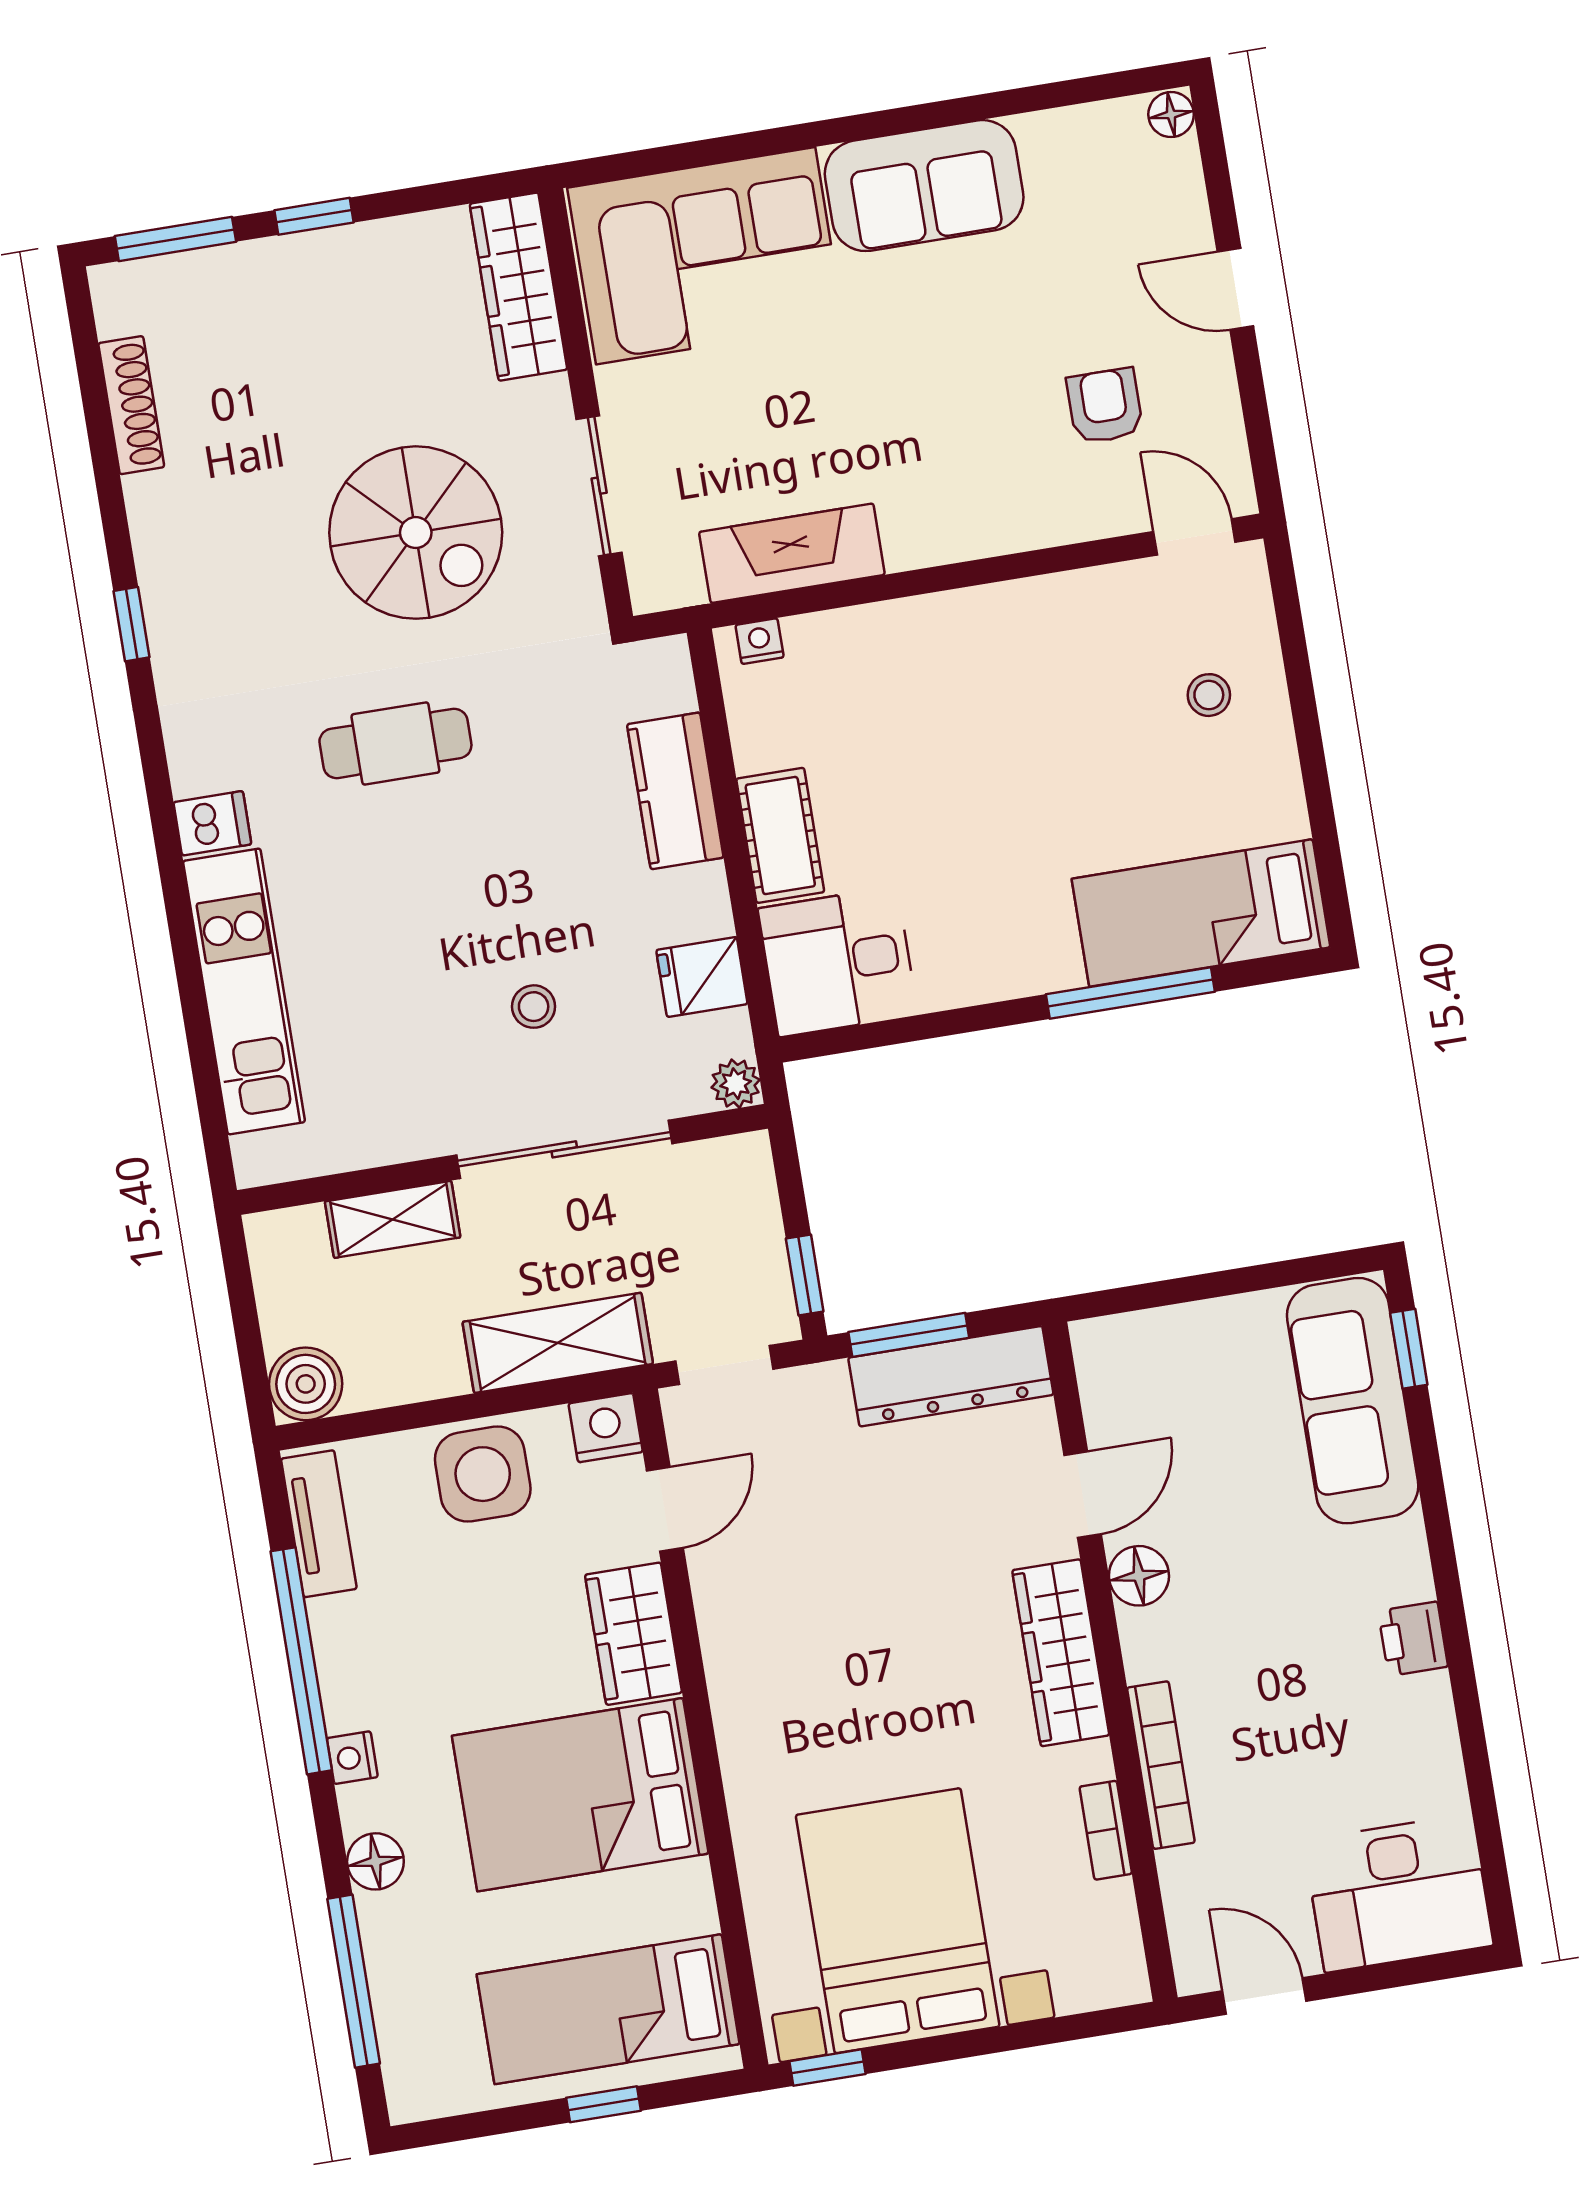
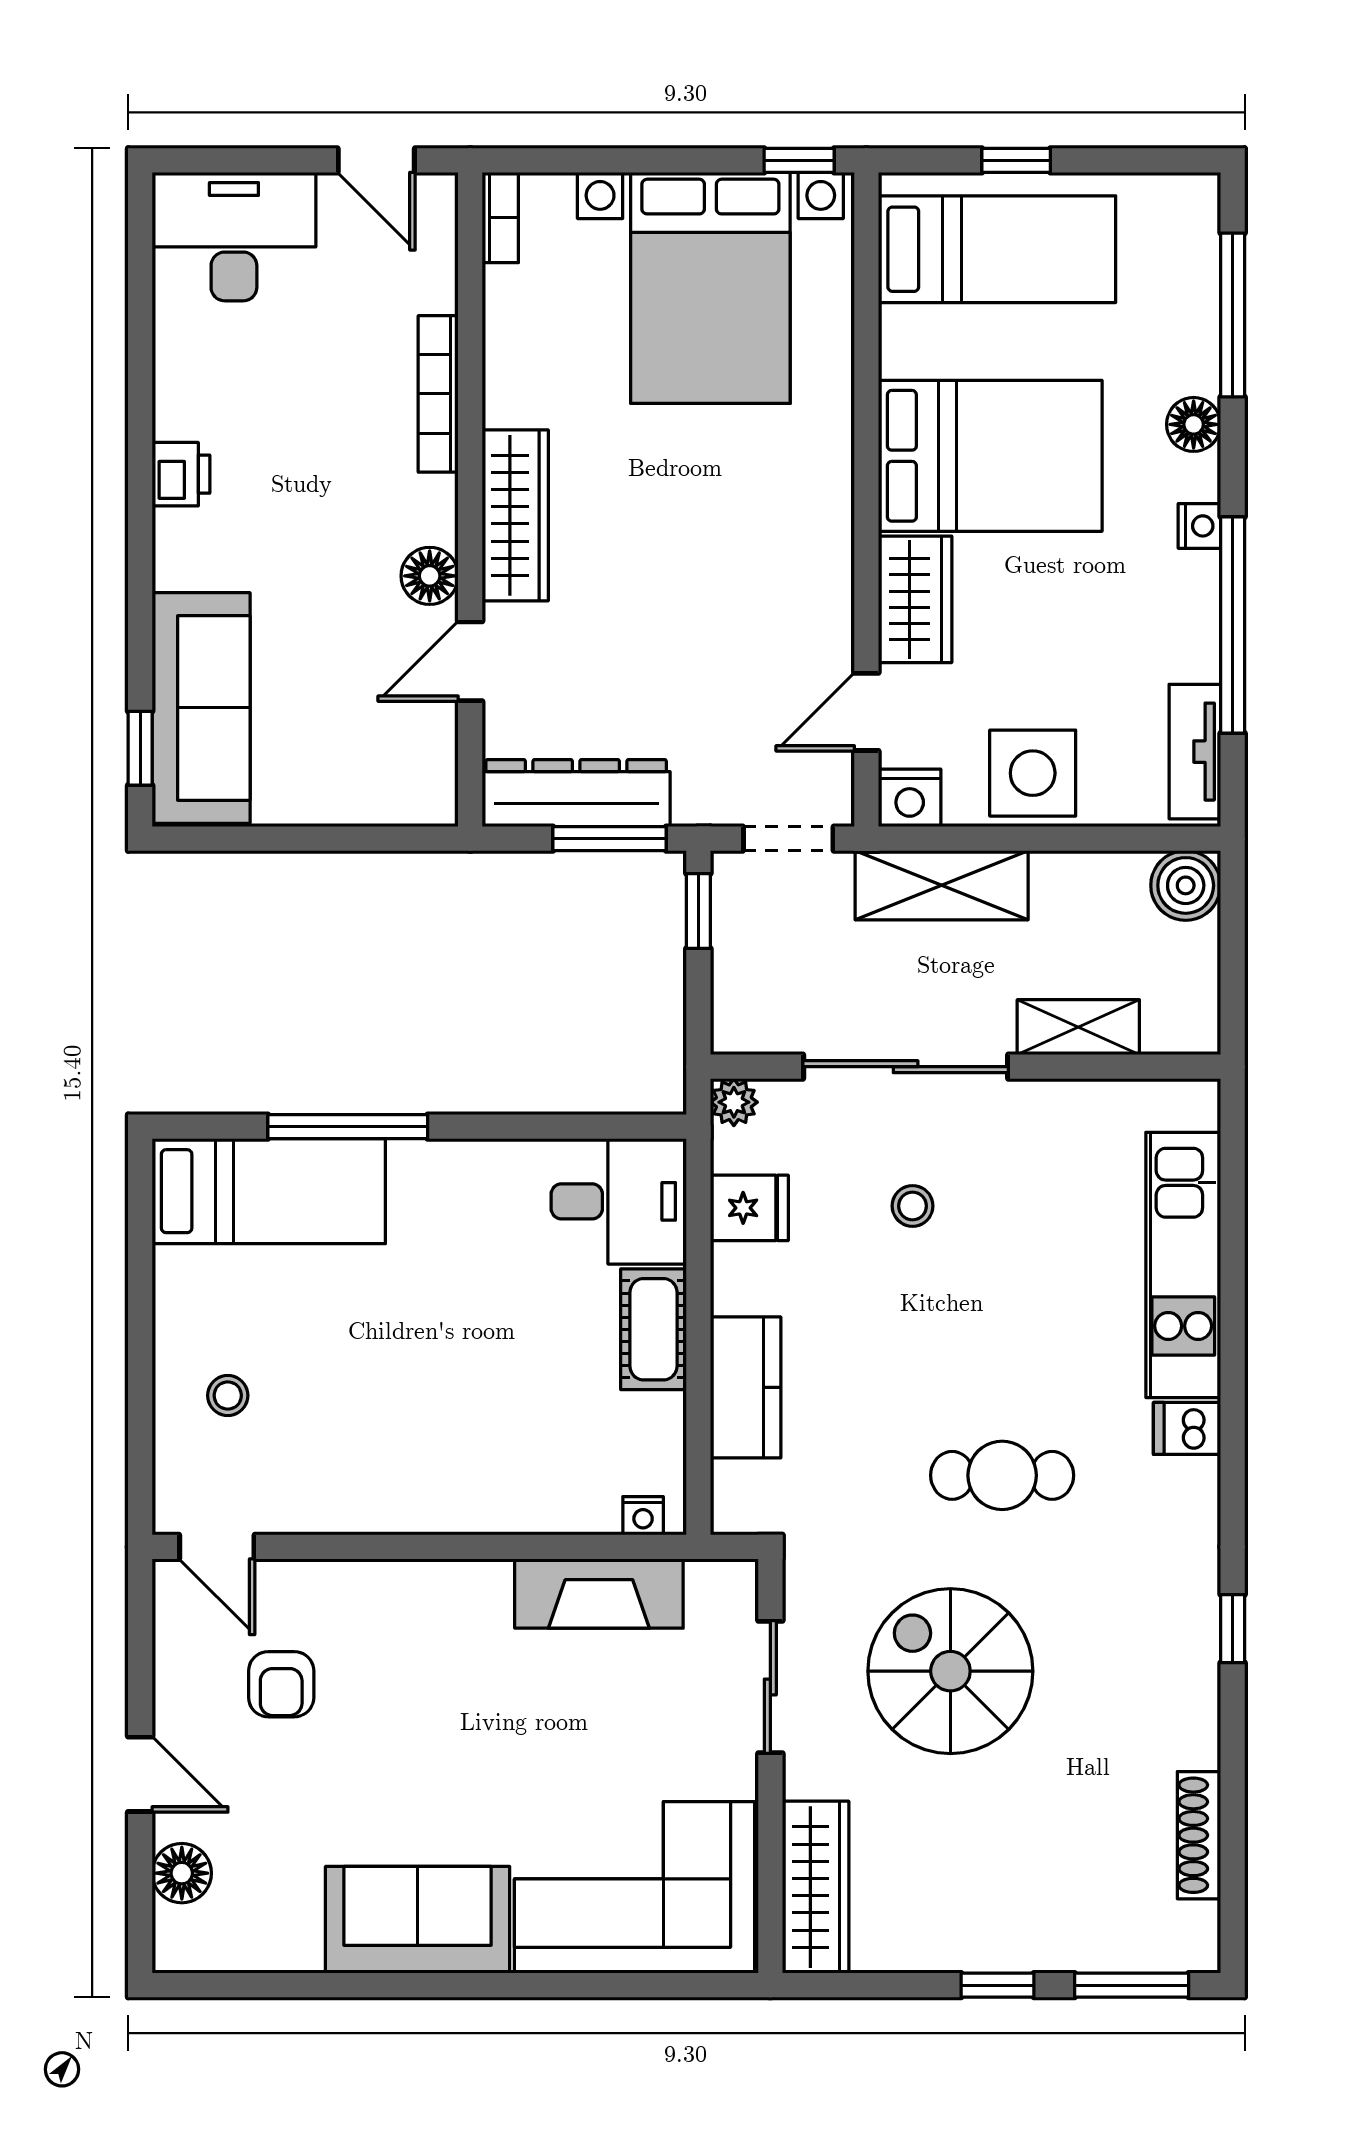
floor lamp: (1171, 115) -> (182, 1873), moved, width x1.37, depth x1.37
bookcase: (1106, 1830) -> (500, 218), moved

